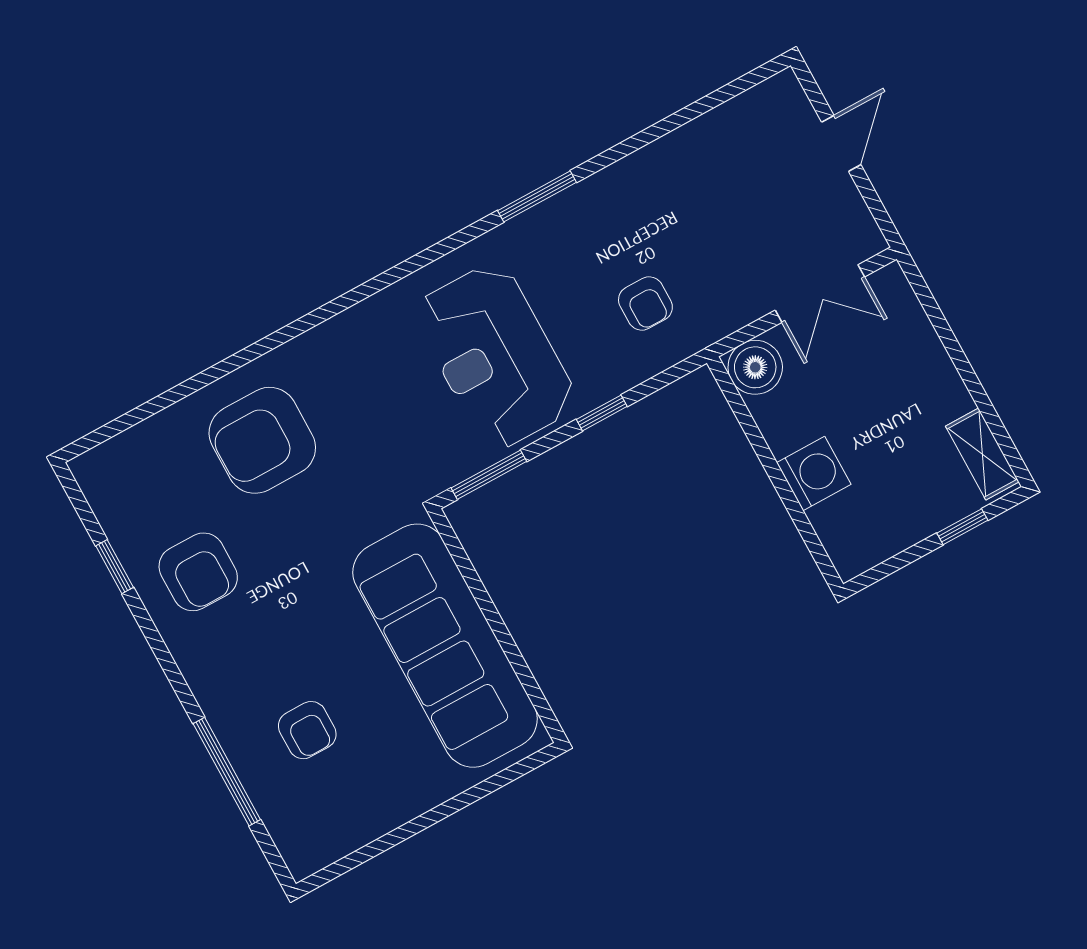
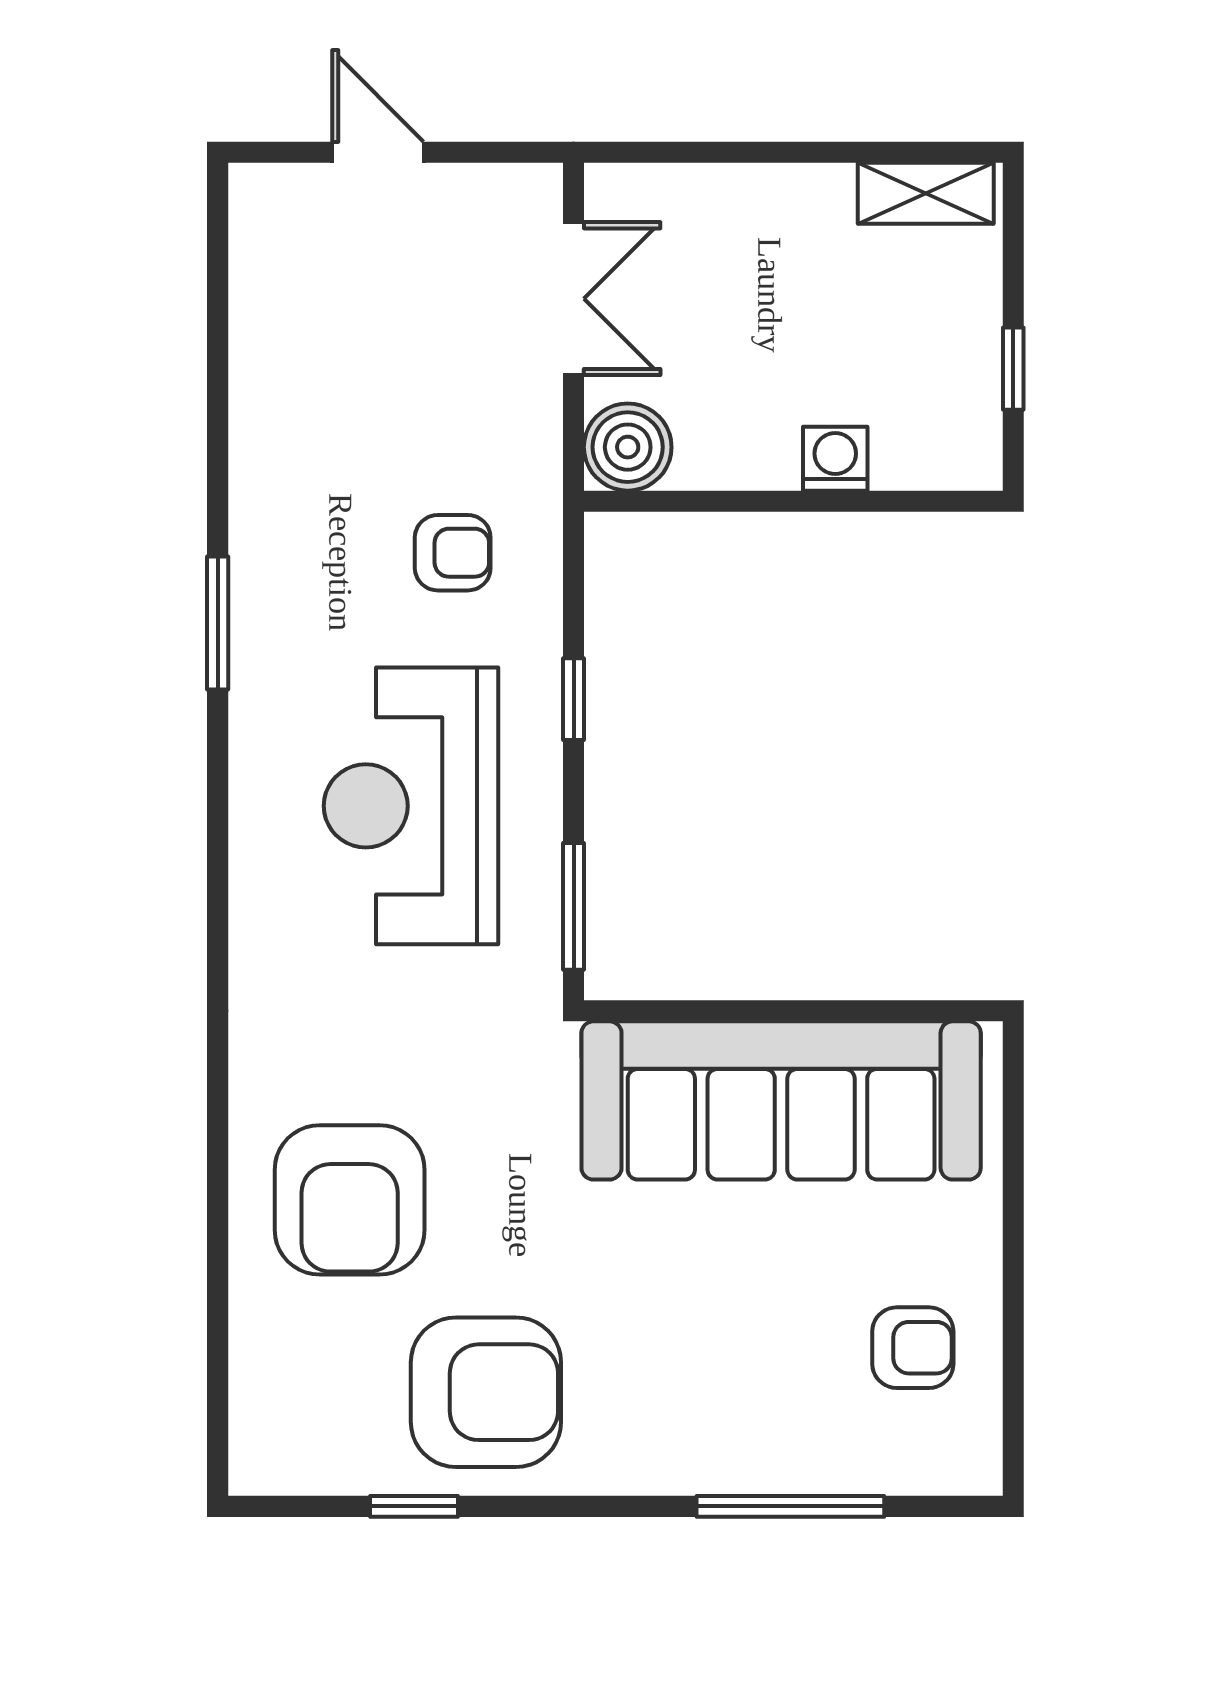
reception desk: (495, 356) -> (411, 806), turned 90
washing machine: (814, 474) -> (835, 459), width x0.73, depth x0.73
window: (962, 527) -> (1013, 369), moved
armchair: (198, 572) -> (486, 1392), width x1.36, depth x1.36
armchair: (307, 730) -> (913, 1348), moved

